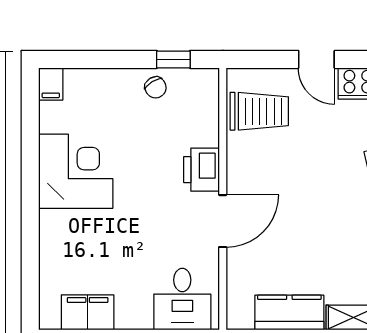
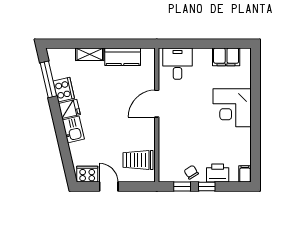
window: (125, 59) -> (207, 187), added
printer: (202, 170) -> (218, 173), moved, turned -90
corner desk: (76, 171) -> (232, 108), moved

